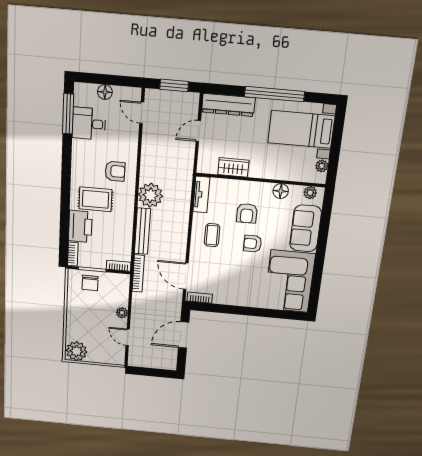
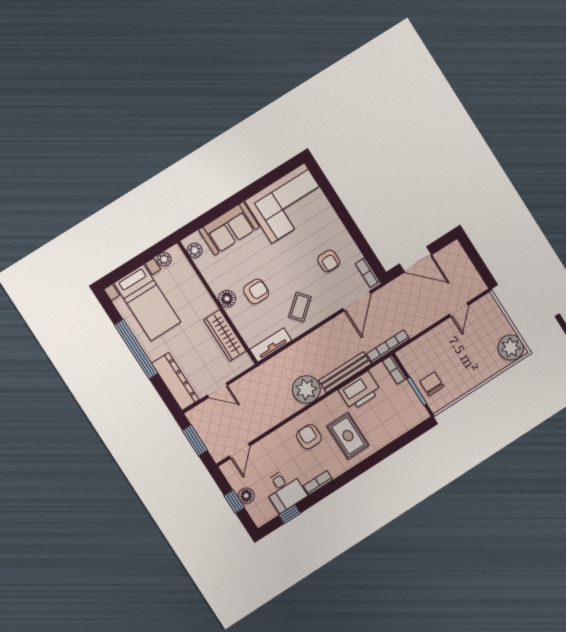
window: (107, 80) -> (234, 502), added
window: (68, 114) -> (290, 514), width x0.46
wardrobe: (233, 167) -> (225, 335), width x1.50
floor lamp: (281, 191) -> (227, 299), moved
printer: (80, 226) -> (360, 391), moved, turned 180
coffee table: (212, 235) -> (300, 307), turned -40
armchair: (253, 244) -> (329, 261), moved
bookcase: (73, 254) -> (318, 483), moved
chair: (90, 283) -> (432, 384), turned -90
plant: (122, 313) -> (438, 333), removed

